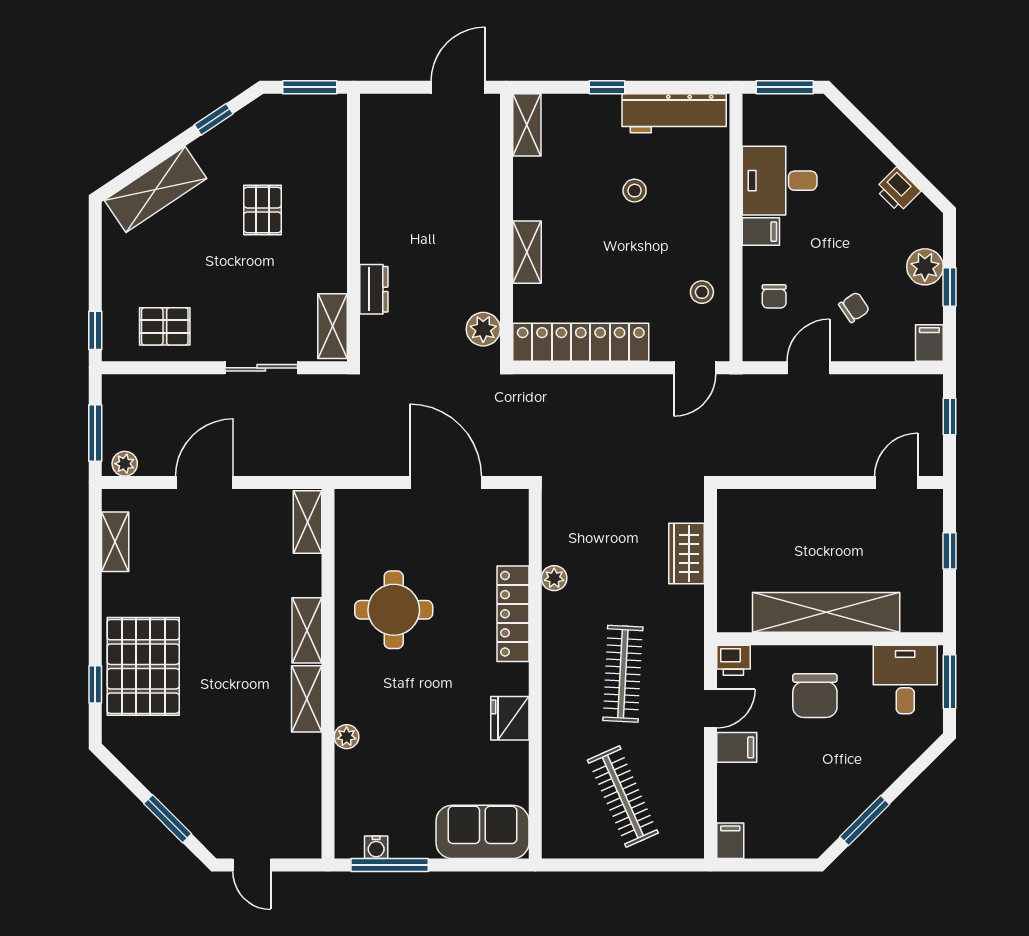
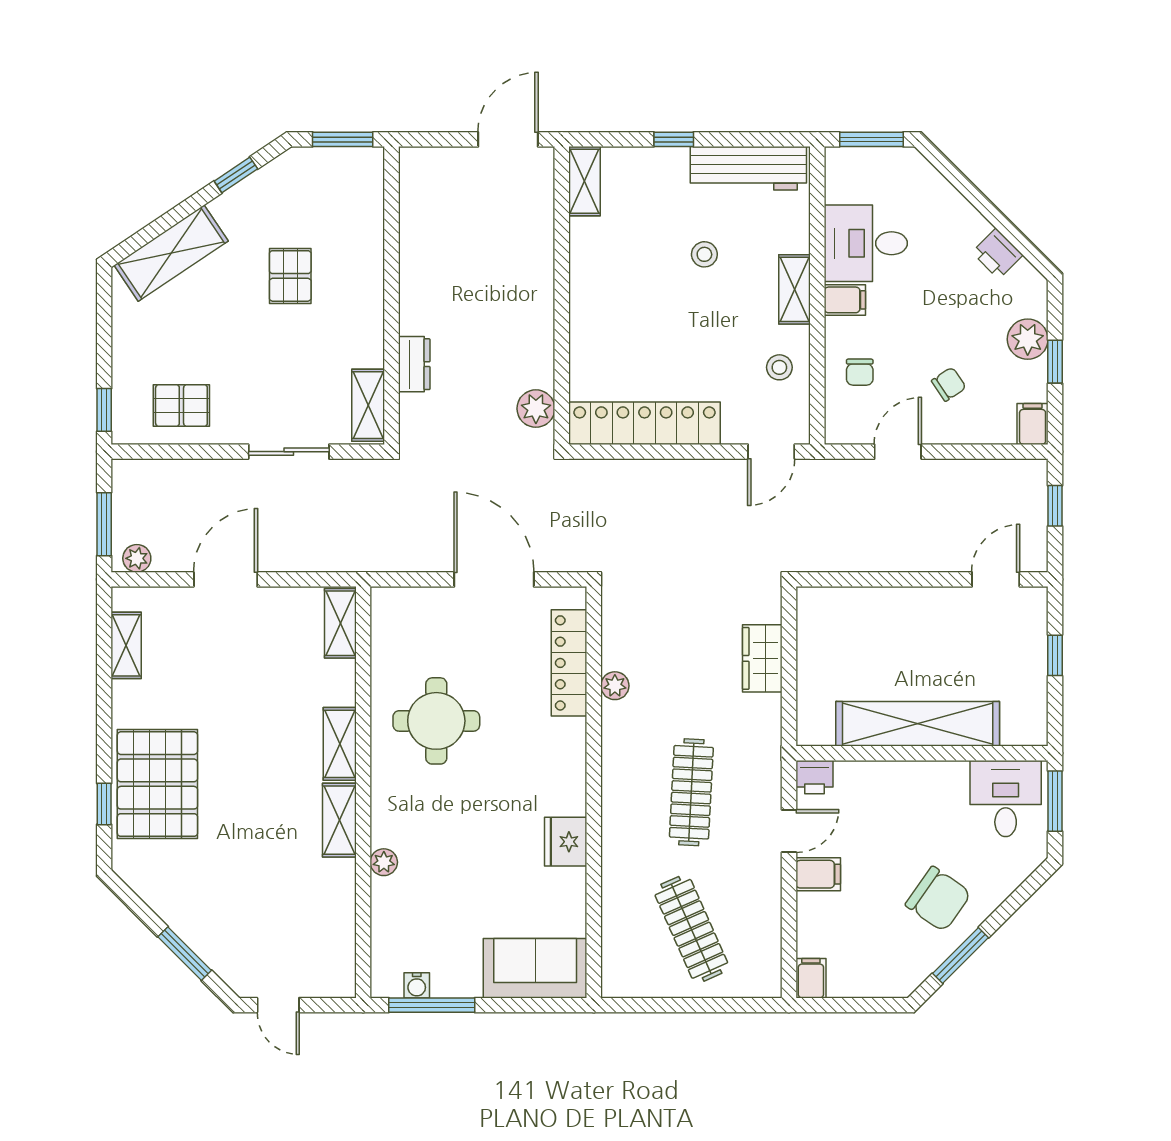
shelving: (527, 252) -> (795, 289), moved
locker: (513, 614) -> (569, 663), moved
chair: (815, 696) -> (938, 899), moved, turned -55

